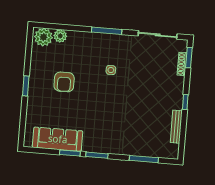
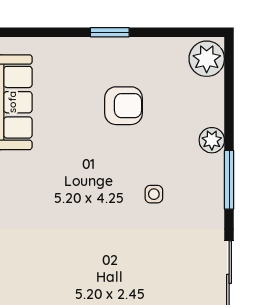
plant: (60, 36) -> (212, 140), moved
armchair: (64, 82) -> (124, 106), turned 180

